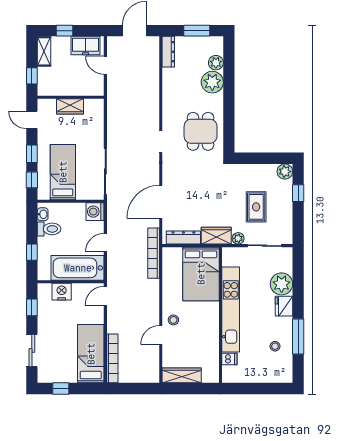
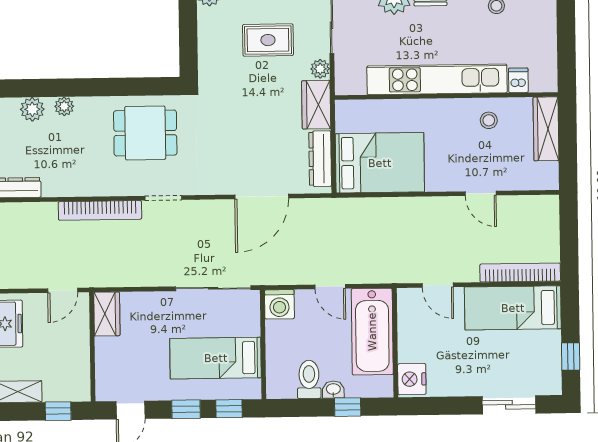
door: (105, 65) -> (63, 290), moved
plant: (212, 82) -> (64, 106), width x0.53, depth x0.53
wardrobe: (70, 106) -> (107, 314), moved
door: (161, 202) -> (262, 196), hinge flipped
washbasin: (43, 214) -> (333, 390), moved
bookcase: (154, 253) -> (100, 210), moved
bed: (201, 274) -> (380, 163), moved
nightstand: (62, 292) -> (412, 379), moved
door: (105, 296) -> (438, 285), moved
window: (32, 307) -> (438, 406), removed
stool: (173, 320) -> (489, 120), moved
wardrobe: (182, 375) -> (546, 129), moved

